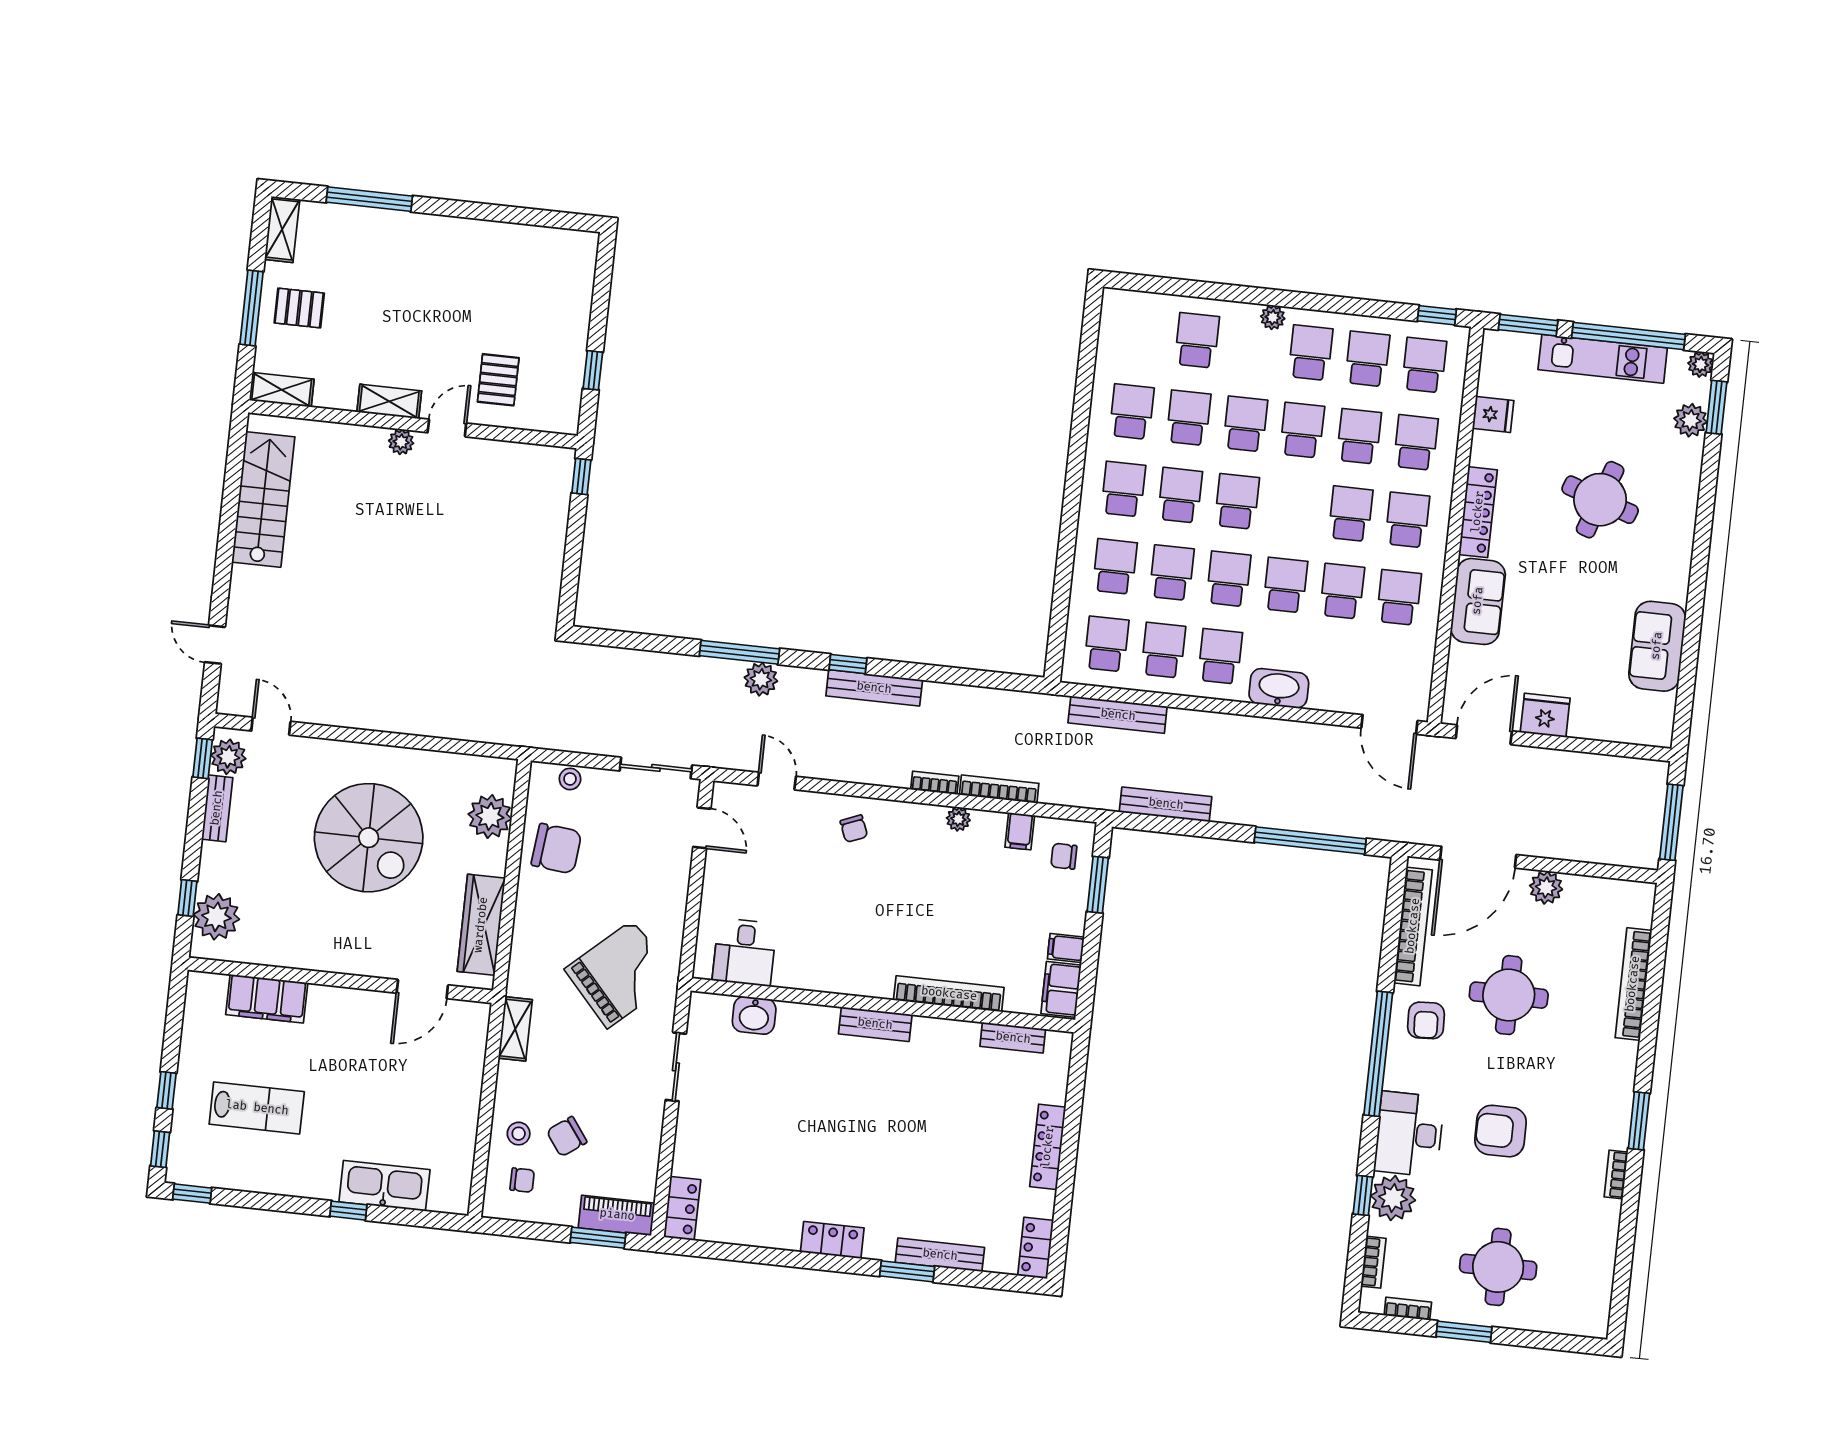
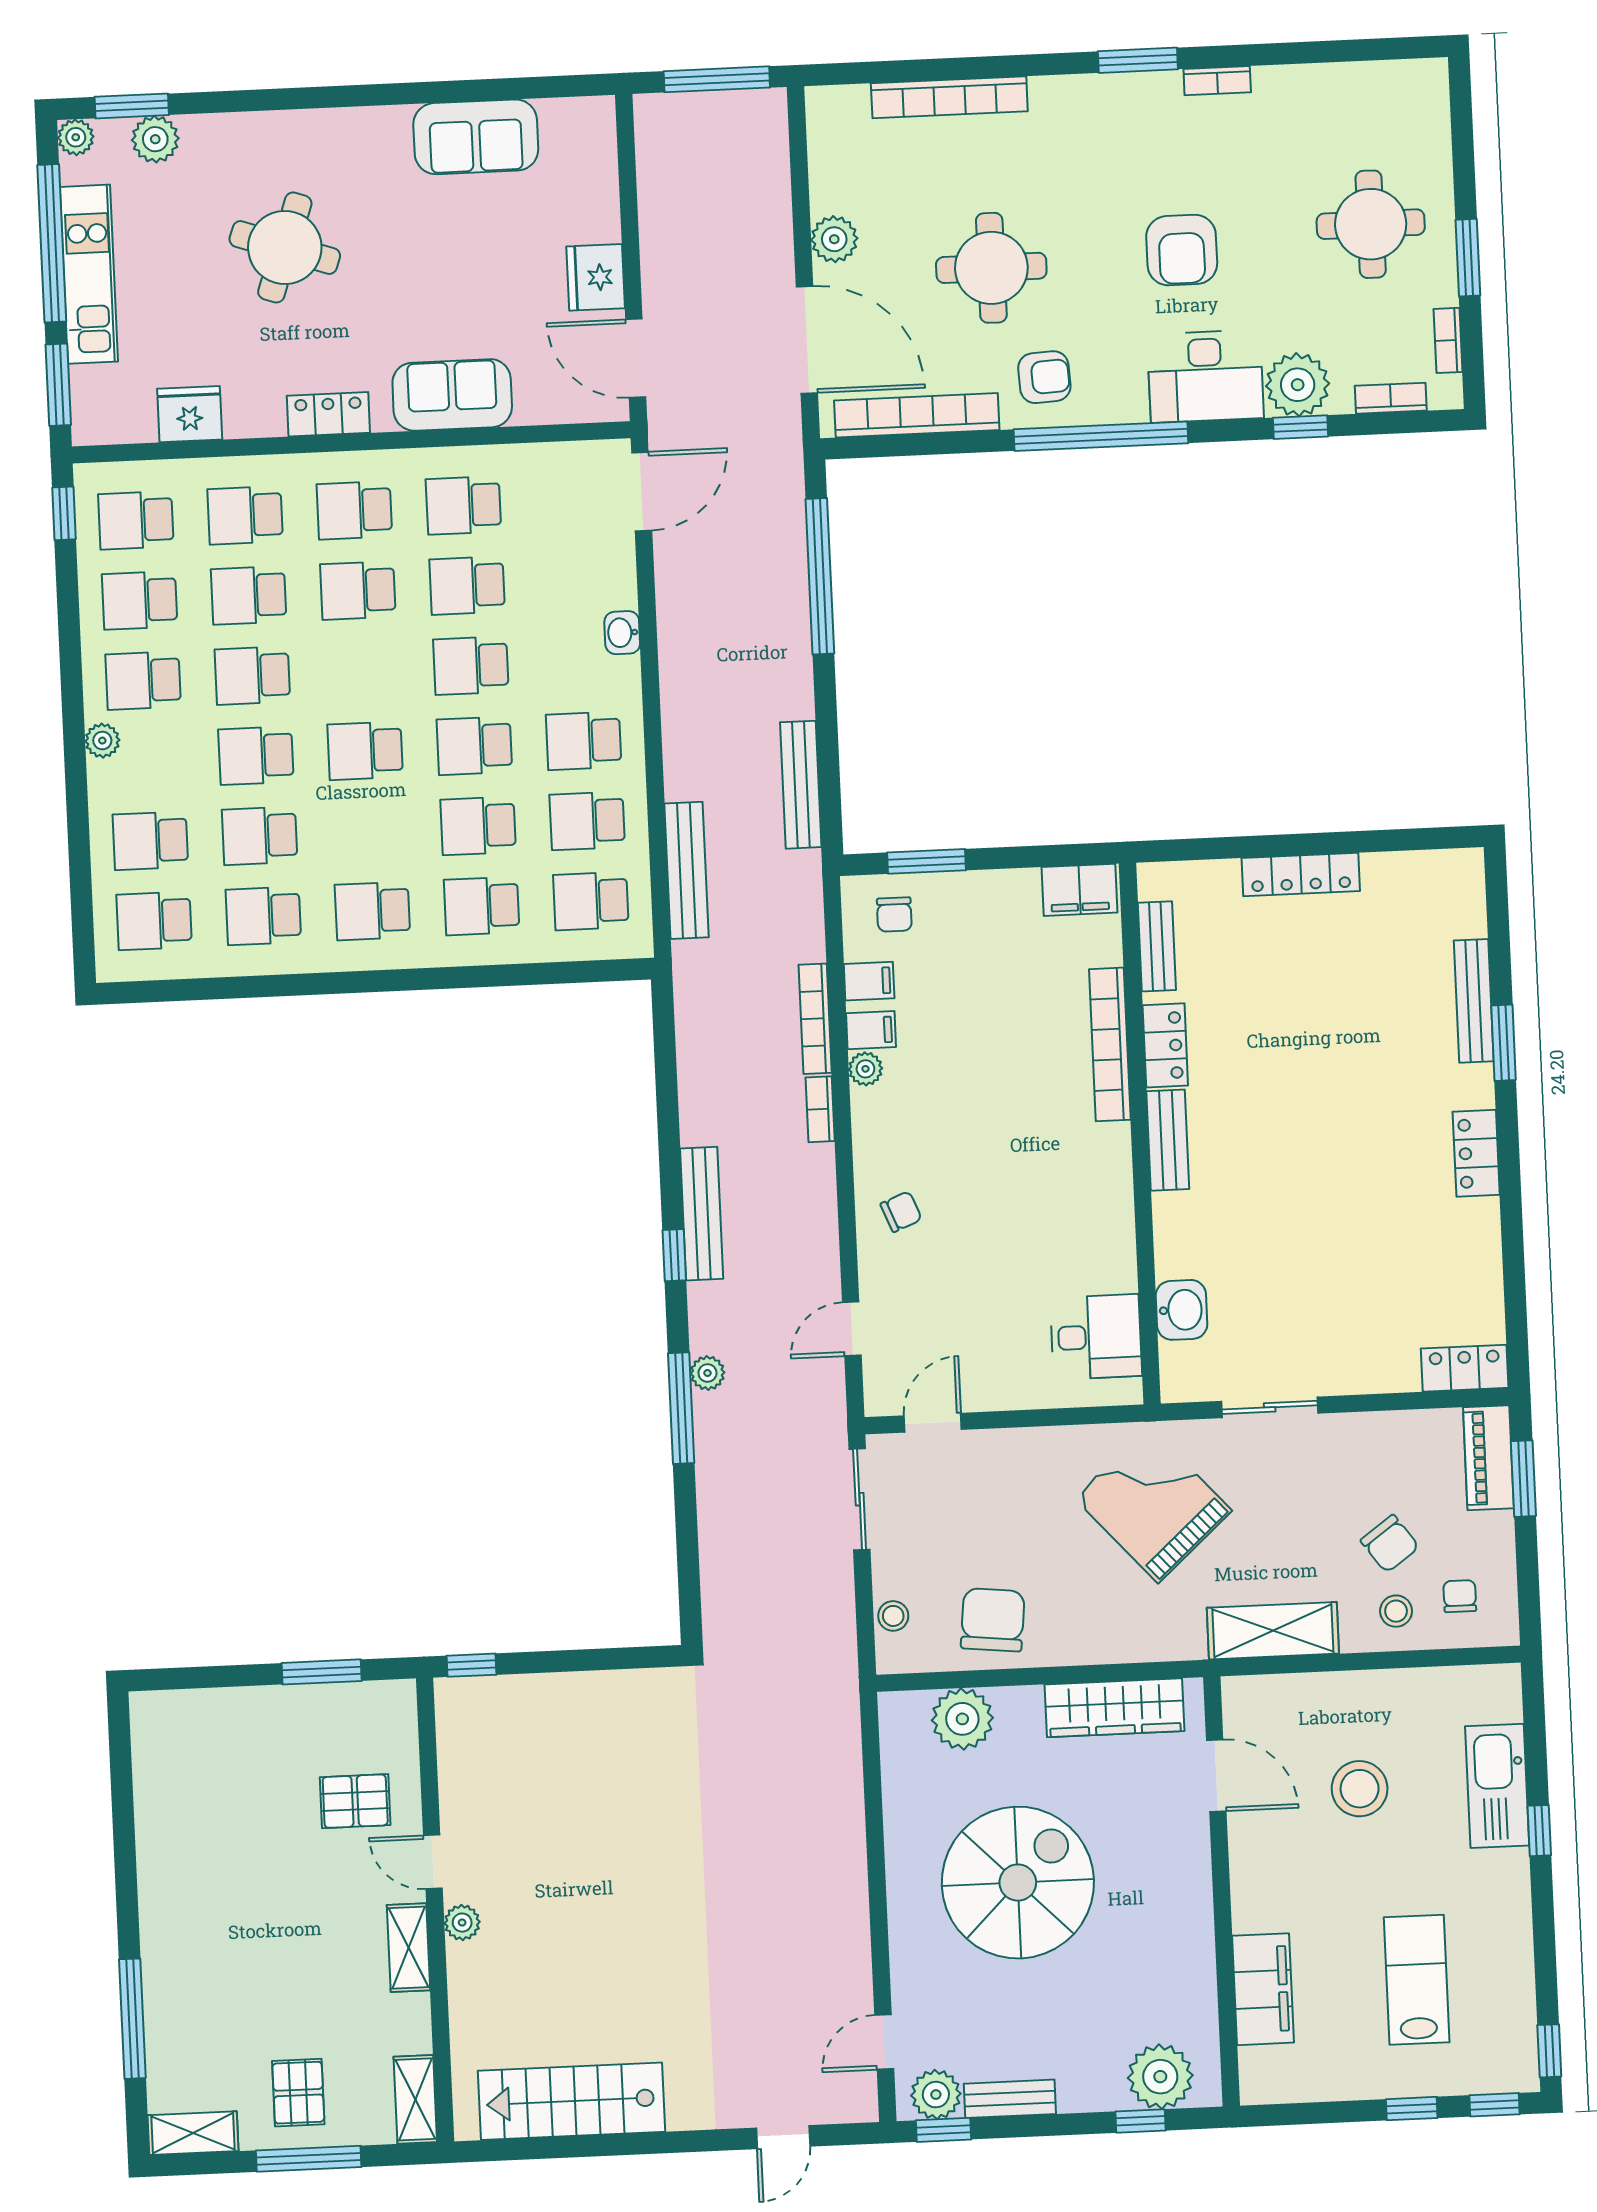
window: (593, 370) -> (322, 1672), width x1.50
fridge: (1493, 414) -> (190, 414), width x1.38
school desk: (1180, 495) -> (154, 921), moved
locker: (1478, 512) -> (328, 414), width x0.66
plant: (761, 679) -> (707, 1373), width x0.73, depth x0.73
washbasin: (1279, 688) -> (622, 633), width x0.52, depth x0.69
filing cabinet: (1066, 948) -> (871, 1030), moved, turned -90
shelving: (515, 1029) -> (1273, 1631), width x1.50, depth x1.33
stool: (397, 1089) -> (1360, 1789), added
locker: (1036, 1248) -> (1165, 1045), moved, turned -90

